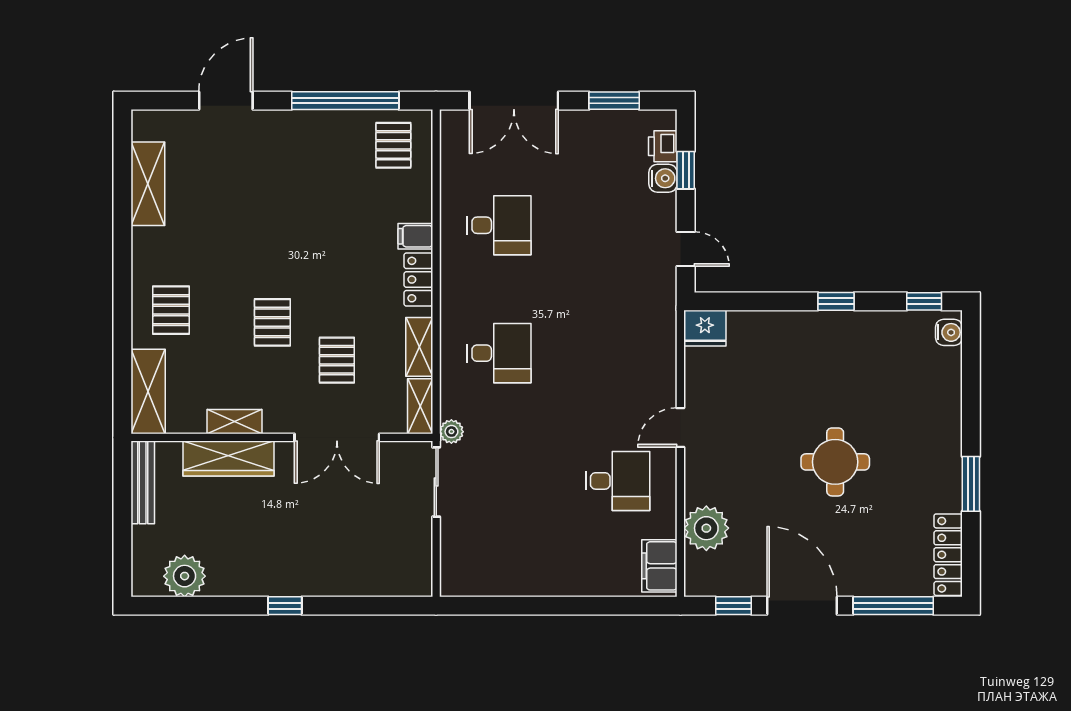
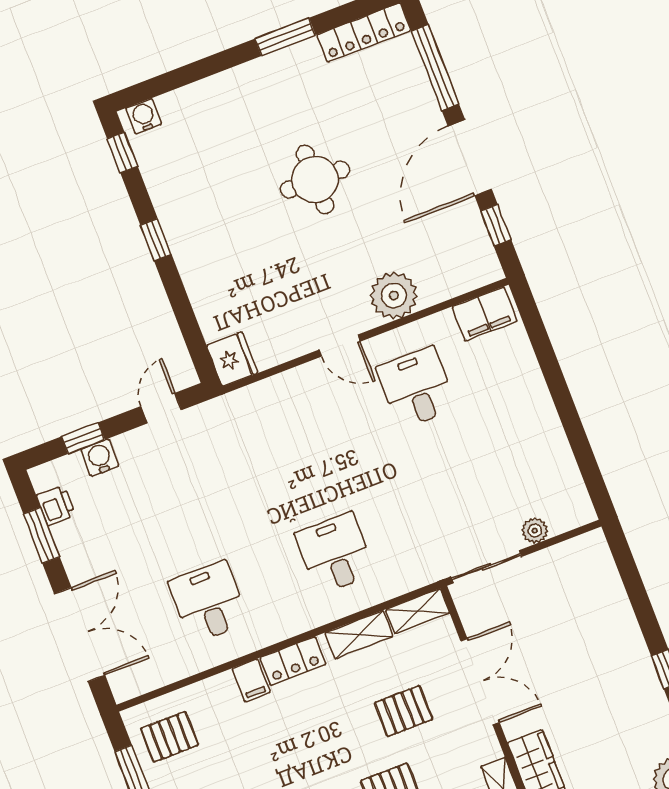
printer: (663, 146) -> (56, 505), moved, turned -90
plant: (451, 432) -> (535, 531), moved
plant: (706, 528) -> (394, 296), moved

